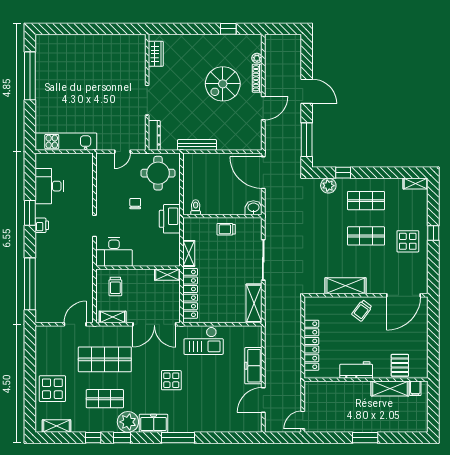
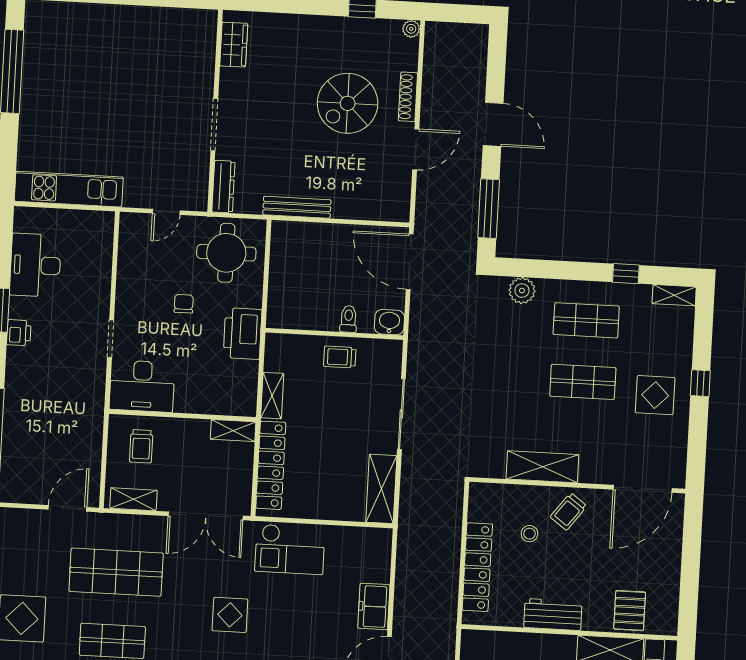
plant: (257, 58) -> (411, 29), moved
window: (343, 173) -> (626, 274), moved
toilet: (196, 207) -> (348, 319), moved
stool: (340, 324) -> (529, 534), added
freezer: (253, 366) -> (374, 606), width x0.71

